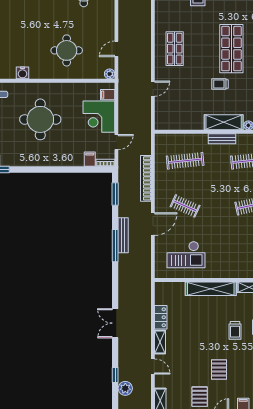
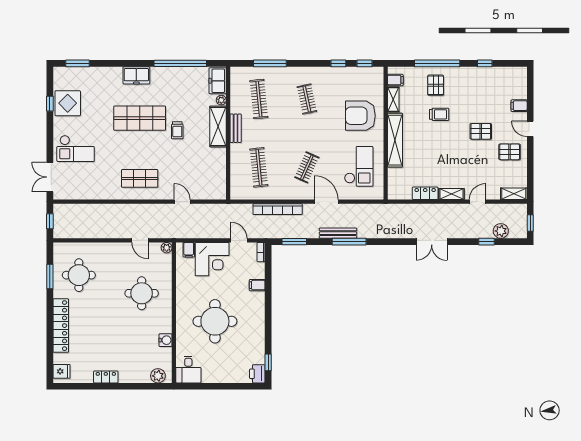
filing cabinet: (90, 159) -> (257, 285), moved
armchair: (234, 256) -> (360, 116), added

